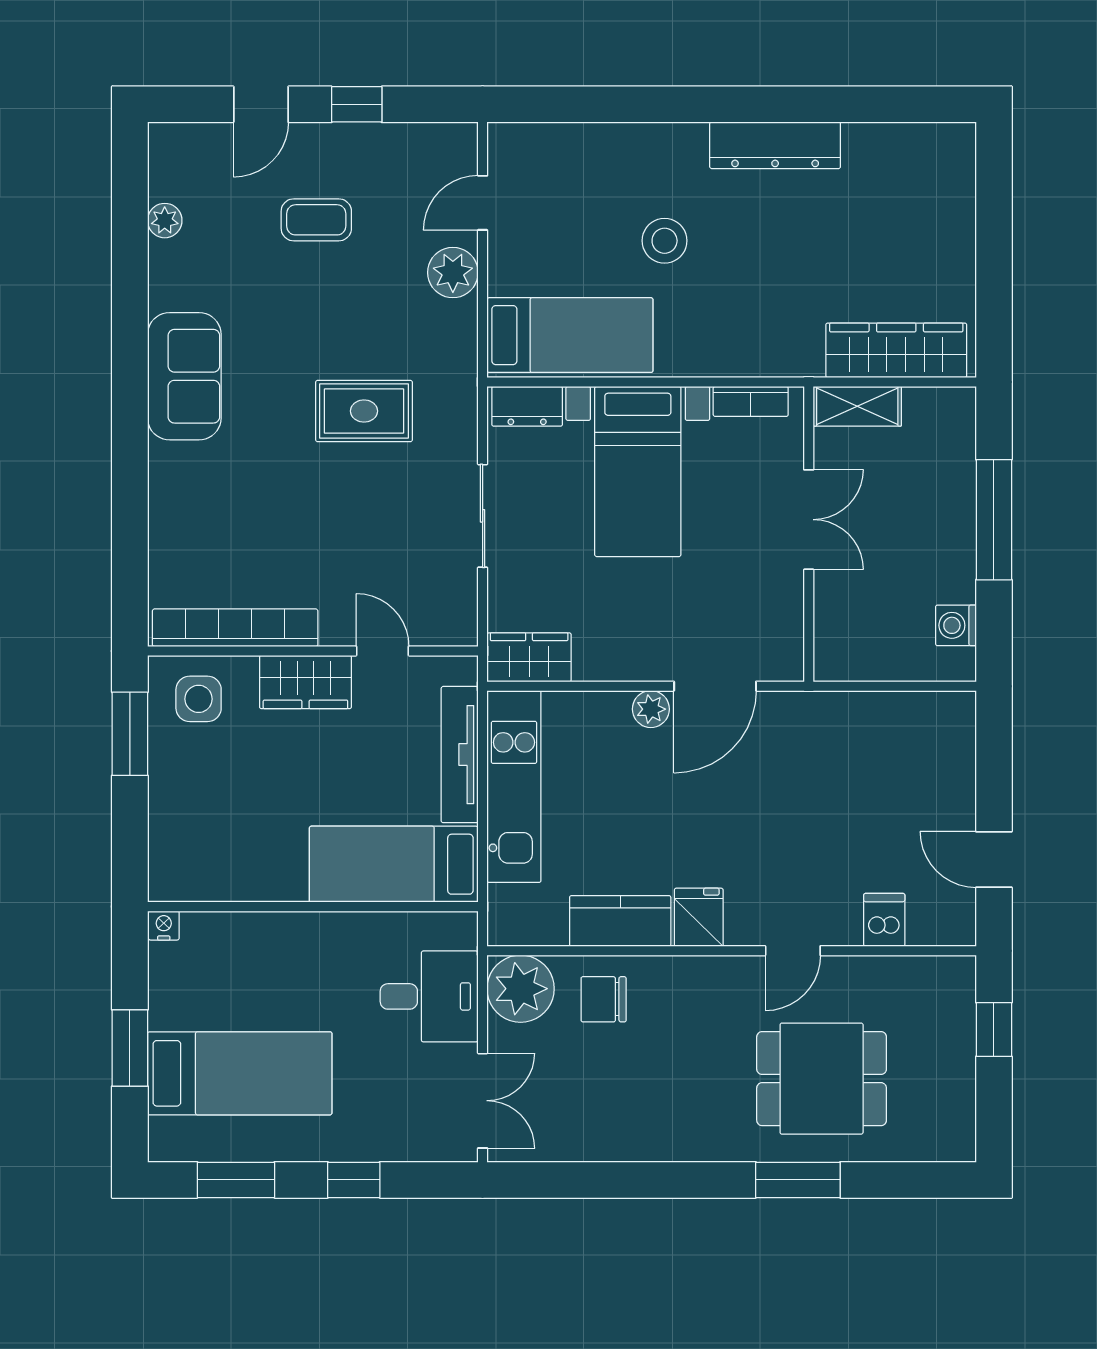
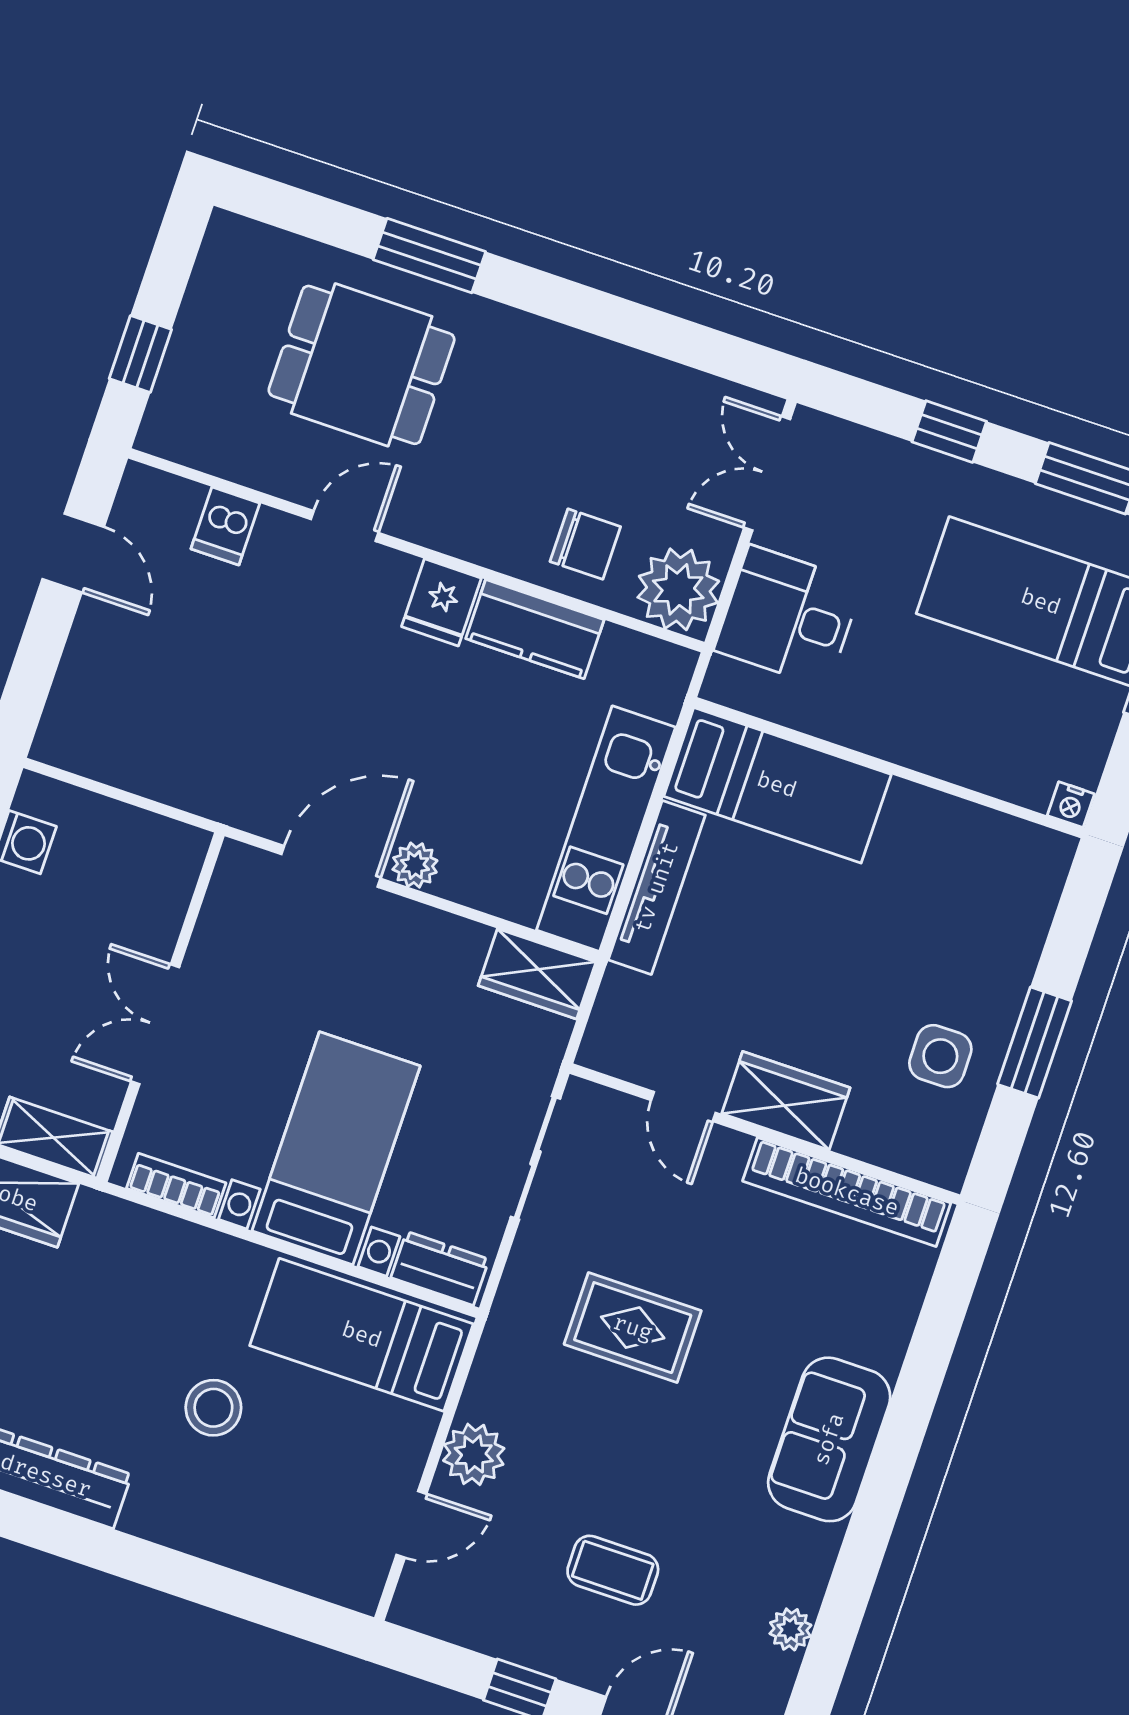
bookcase: (235, 628) -> (847, 1192), moved
wall: (313, 651) -> (765, 1134), moved
door: (383, 651) -> (683, 1106), moved
wardrobe: (305, 682) -> (786, 1101), moved

